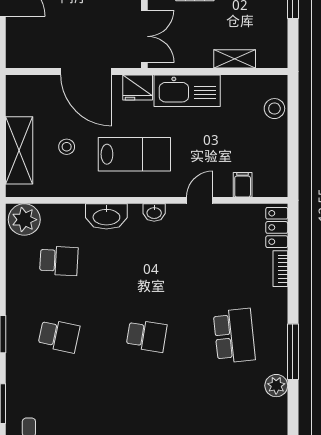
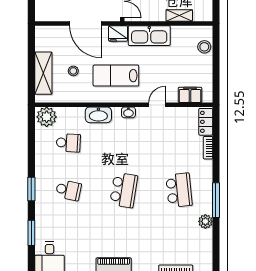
lab bench: (134, 154) -> (116, 76), turned 180
filing cabinet: (243, 185) -> (190, 95), width x2.00
school desk: (147, 336) -> (124, 190), width x1.85

